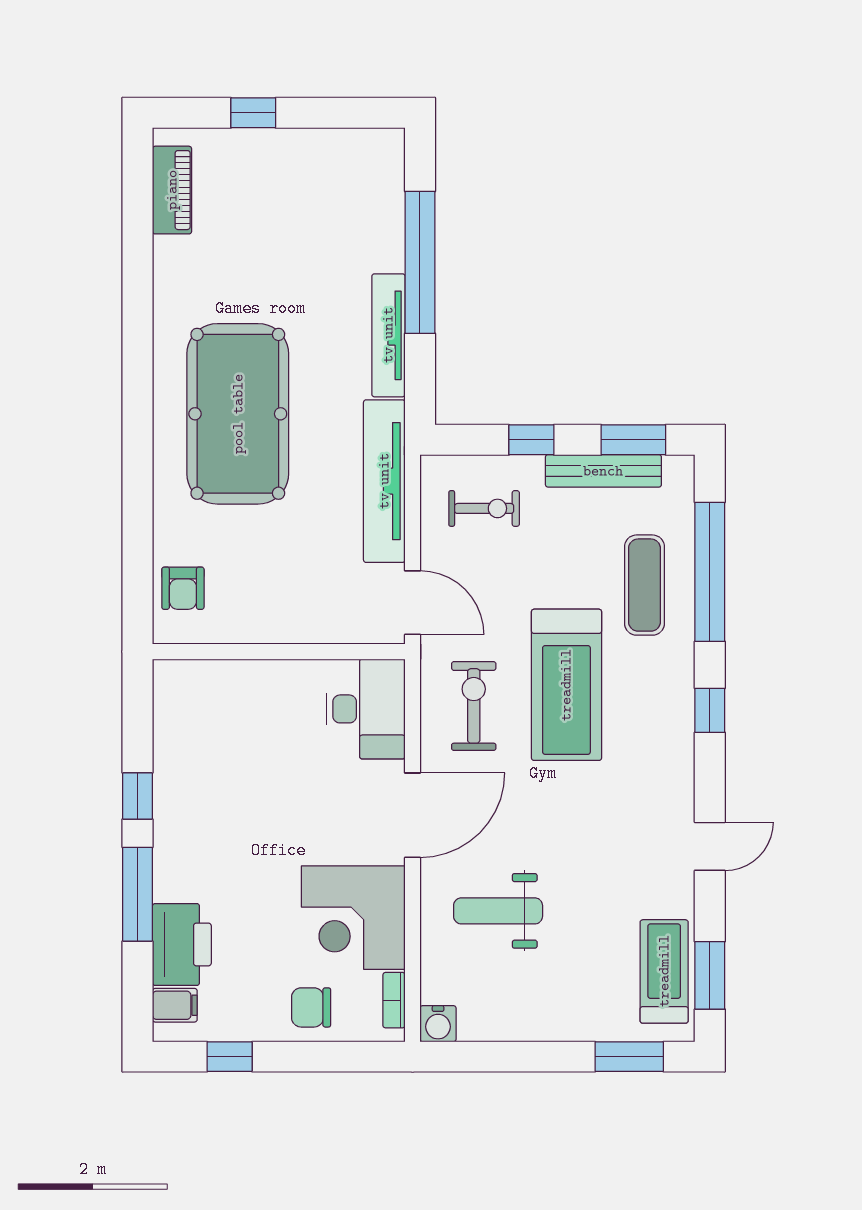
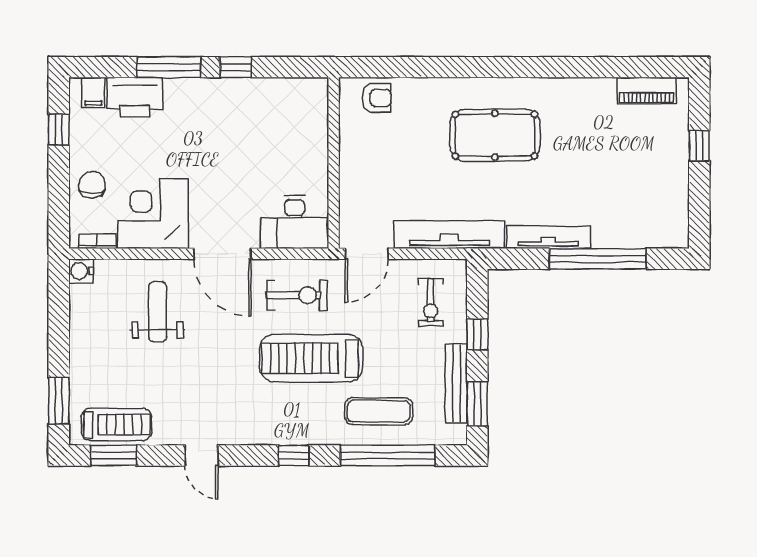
pool table: (238, 414) -> (495, 135), width x0.73, depth x0.76
armchair: (183, 588) -> (377, 98), turned 180

